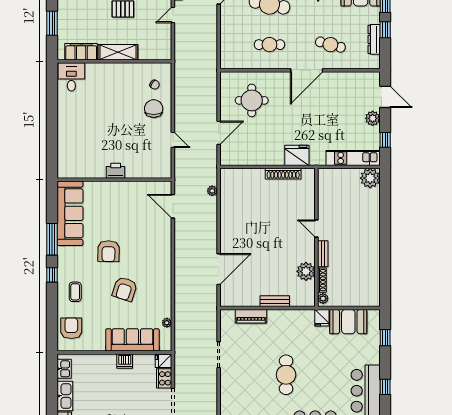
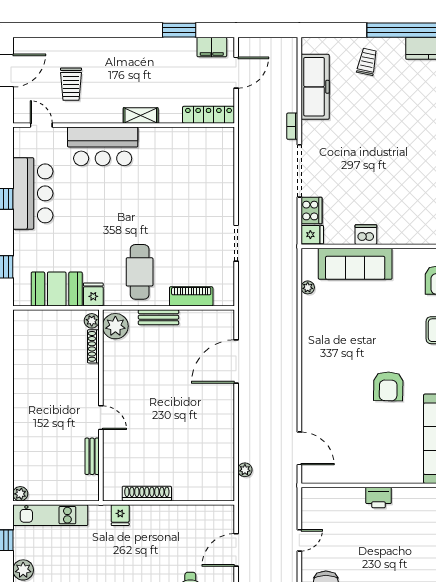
door: (173, 140) -> (299, 540), swing flipped
fridge: (297, 155) -> (120, 515), width x0.53, depth x0.75
plant: (370, 178) -> (20, 494), width x0.53, depth x0.53
armchair: (109, 251) -> (388, 386), turned 180
bench: (323, 254) -> (92, 456), moved
plant: (306, 271) -> (115, 326), moved
armchair: (125, 289) -> (366, 334), removed
cafe table: (286, 375) -> (140, 272), moved

